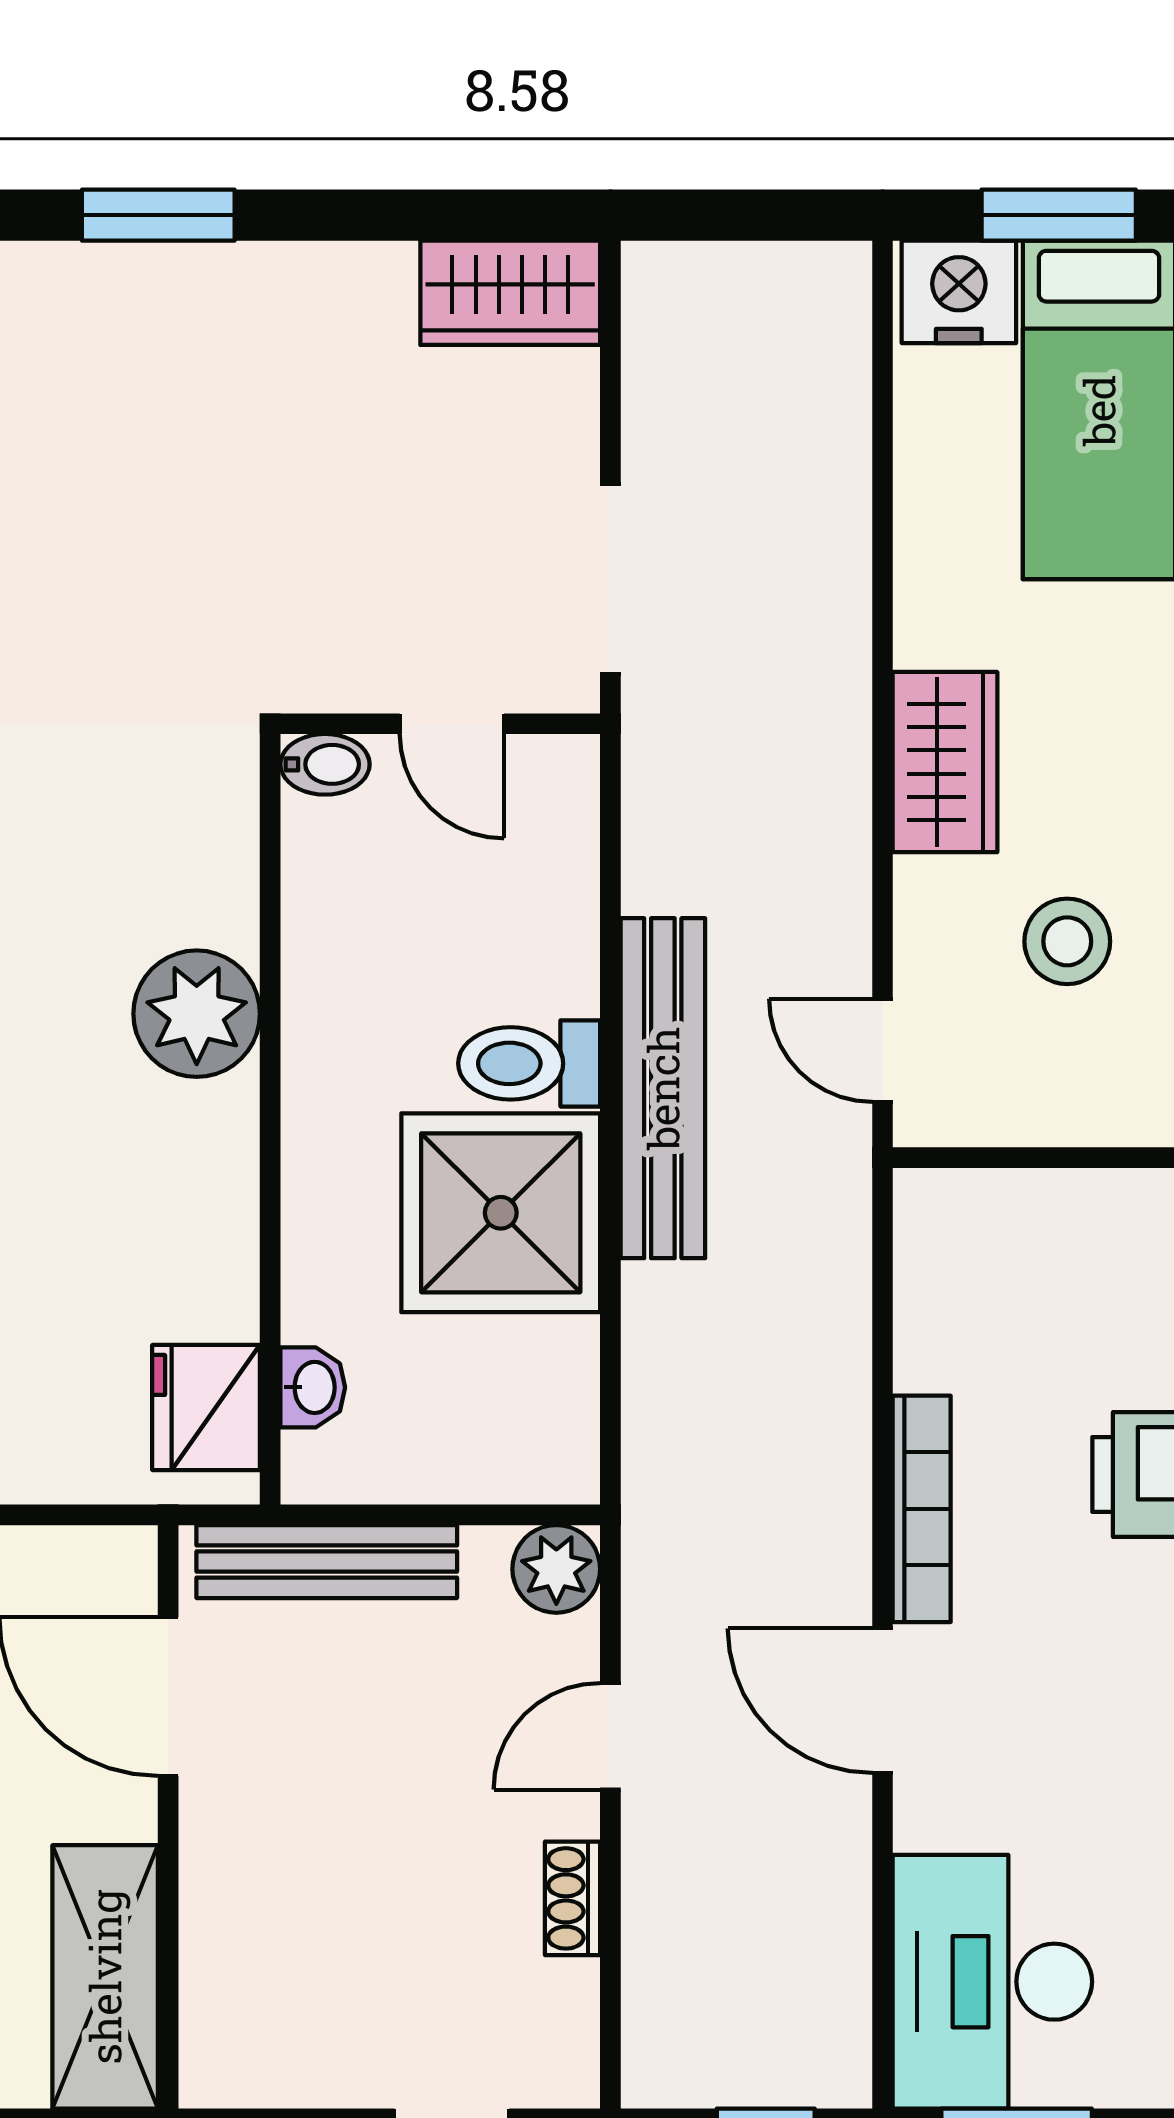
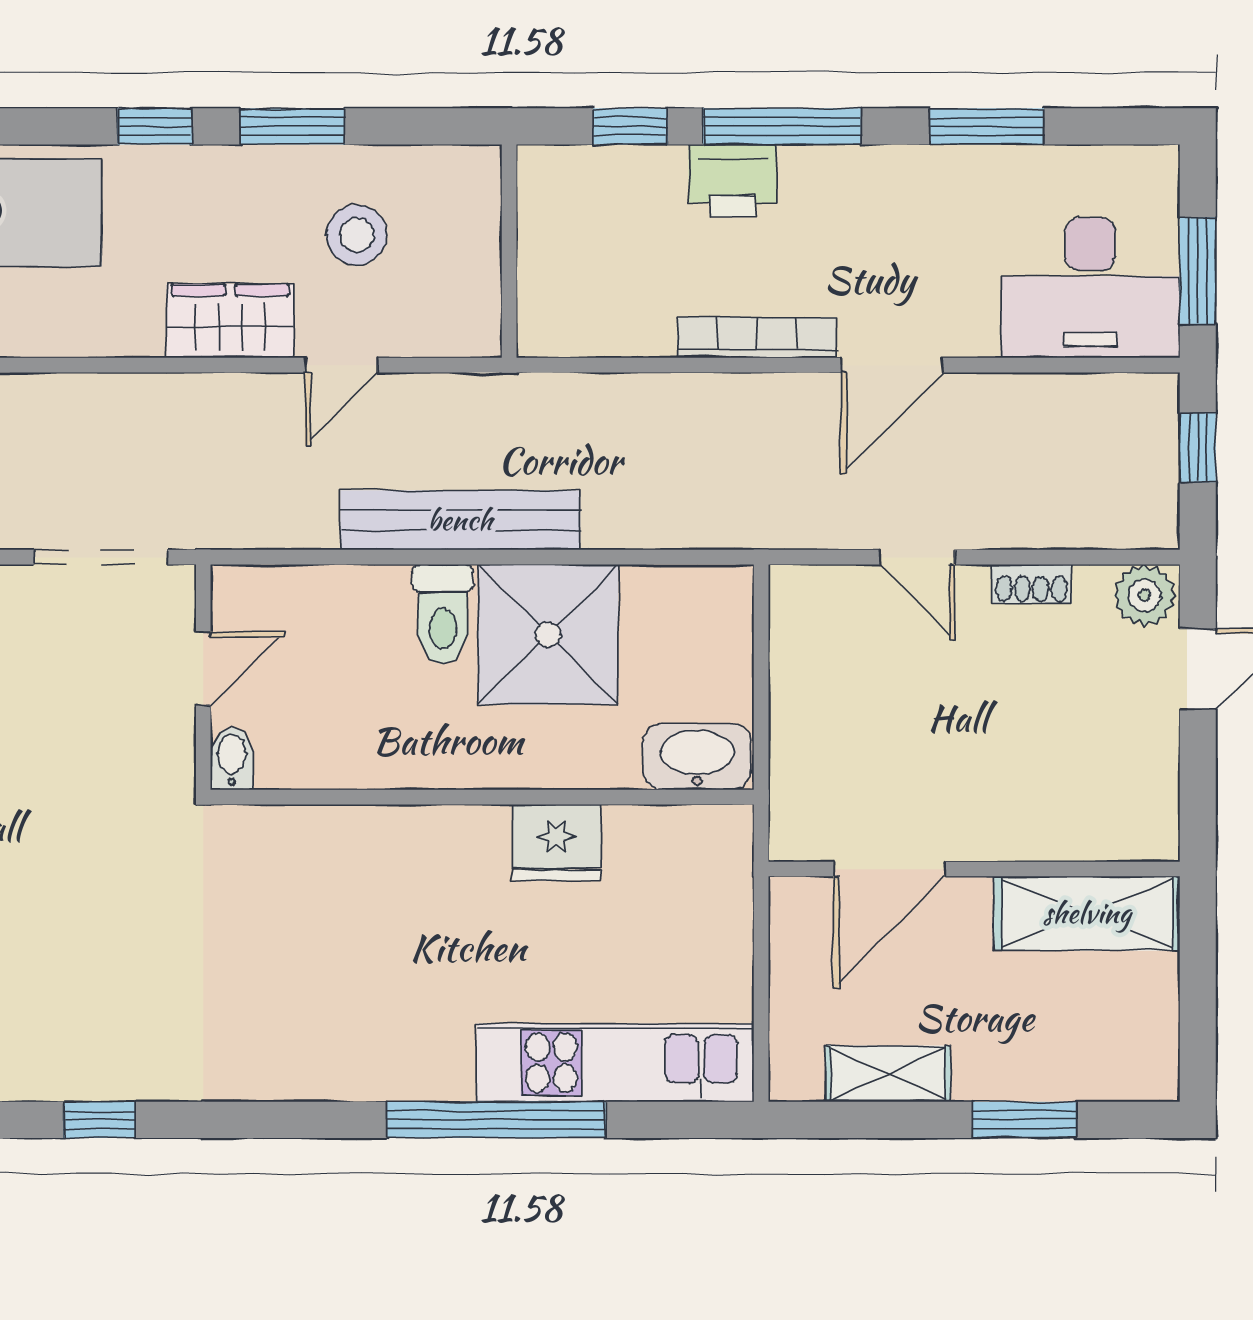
plant: (197, 1014) -> (408, 849), removed
door: (883, 1050) -> (341, 365), moved
washbasin: (313, 1387) -> (697, 757), width x1.91, depth x1.45
fridge: (206, 1407) -> (556, 842), moved
bench: (327, 1562) -> (794, 757), removed
plant: (556, 1569) -> (1145, 595), moved

